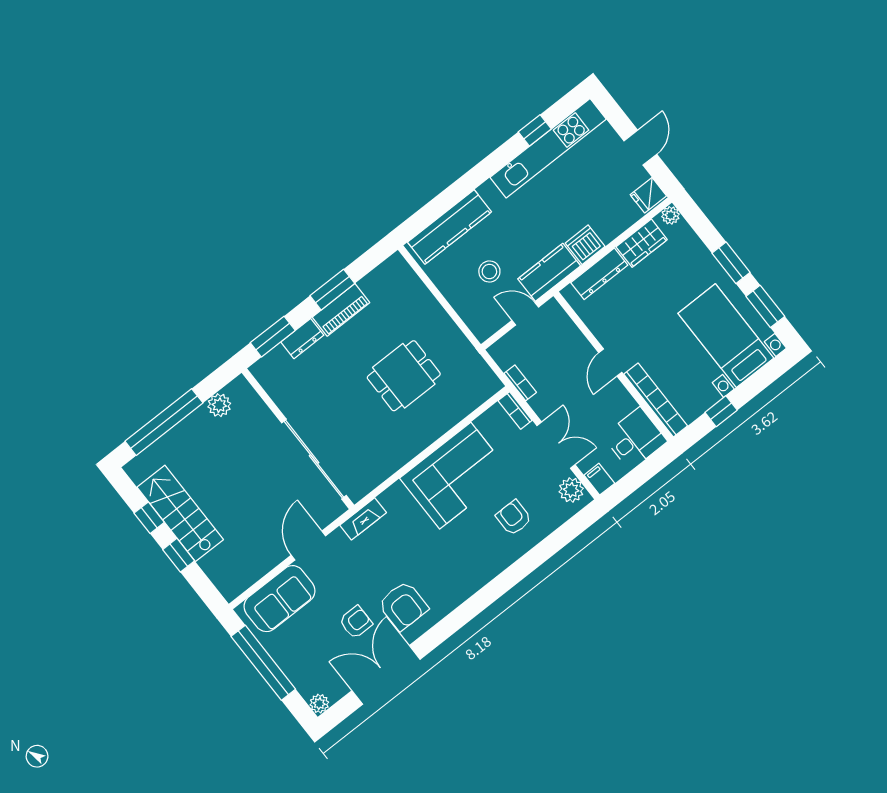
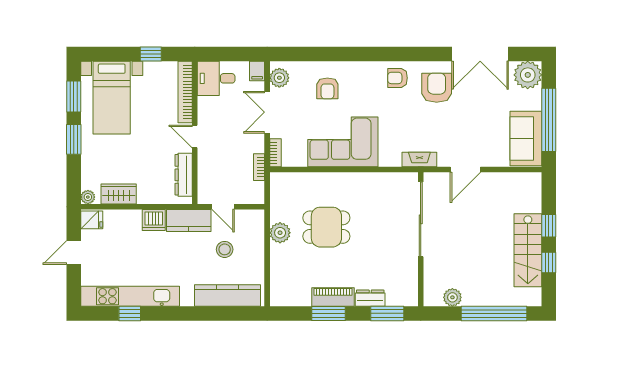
dresser: (599, 274) -> (184, 175), moved, turned -90
plant: (446, 333) -> (280, 233), added
door: (610, 363) -> (195, 136), swing flipped
sofa: (280, 599) -> (526, 138), moved, turned -90
armchair: (356, 622) -> (398, 78), moved
plant: (319, 704) -> (528, 75), width x1.88, depth x1.88

